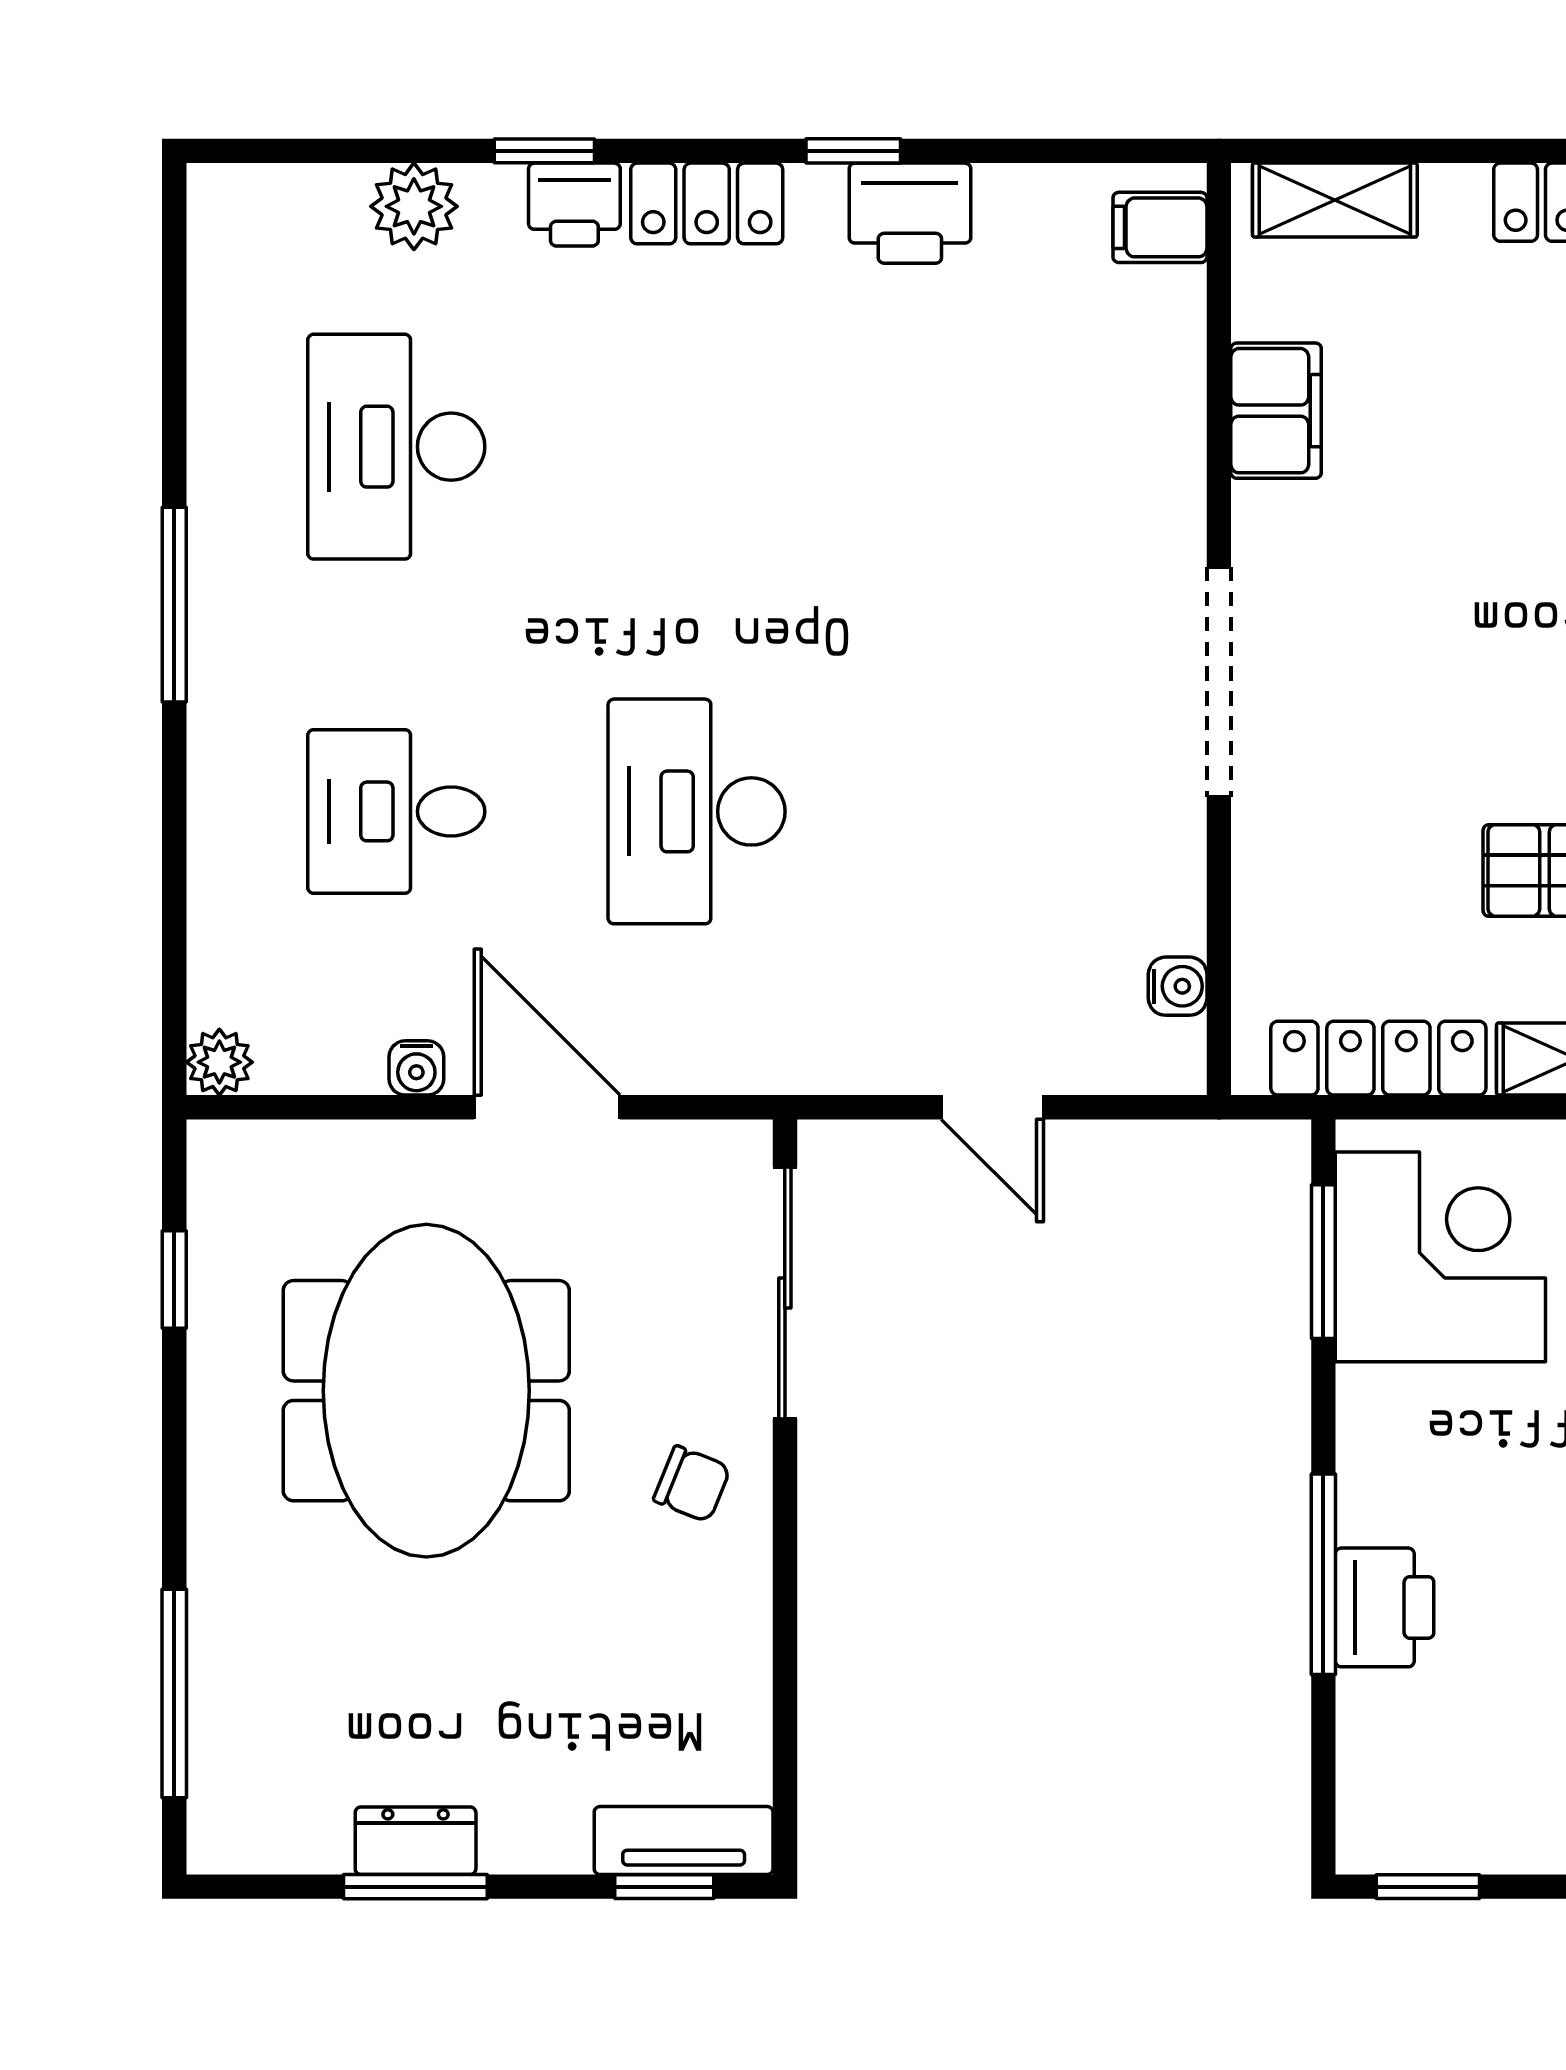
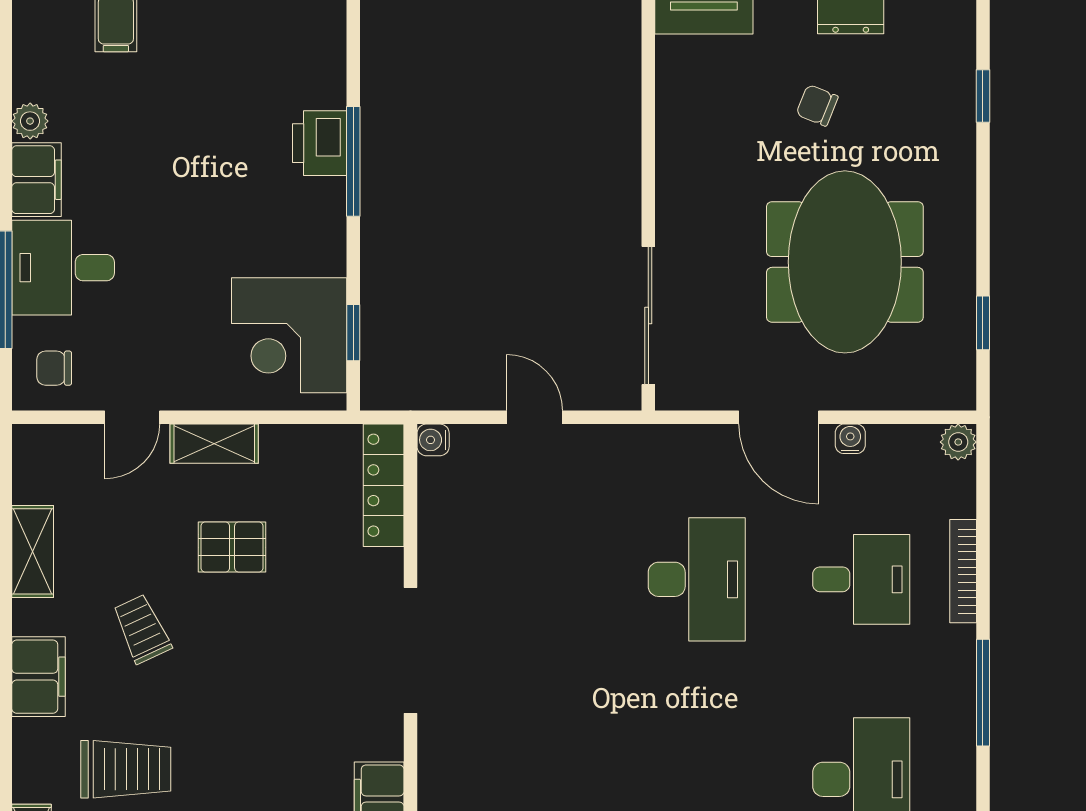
bookcase: (210, 827) -> (963, 571), added
water cooler: (1178, 986) -> (433, 440), moved
locker: (1378, 1058) -> (384, 485), moved, turned 90
window: (1323, 1262) -> (353, 333), width x0.67
chair: (692, 1484) -> (817, 105), moved
window: (174, 1693) -> (983, 96), width x0.46

